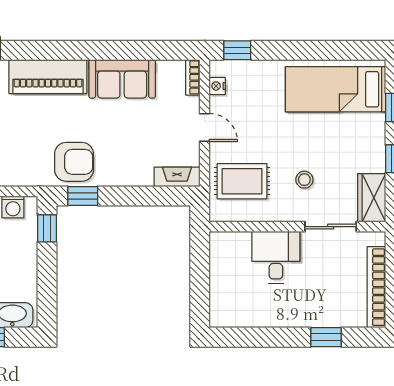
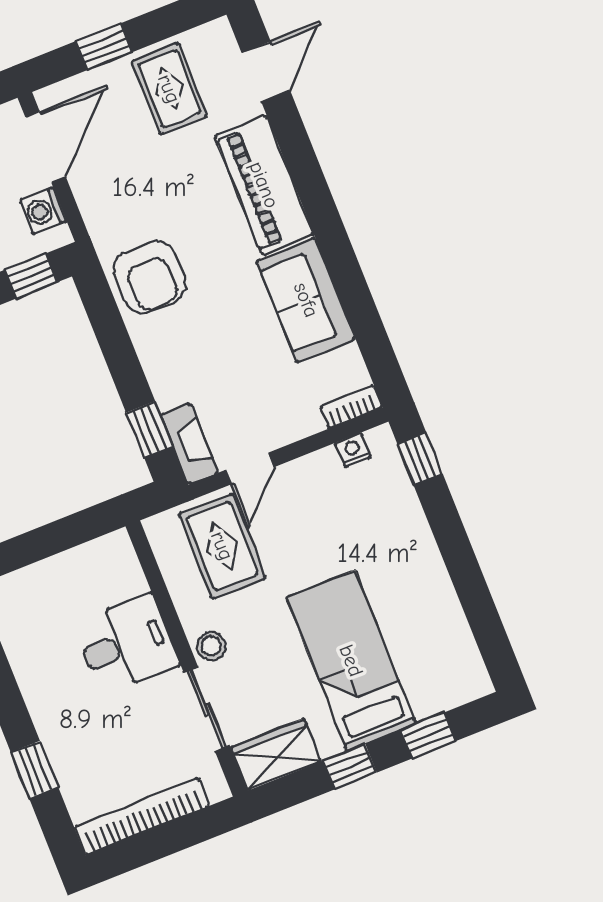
bed: (335, 89) -> (351, 661), moved
door: (205, 128) -> (250, 468), moved
stool: (304, 180) -> (211, 646), moved
window: (83, 196) -> (150, 430), moved

